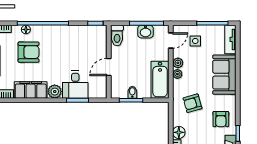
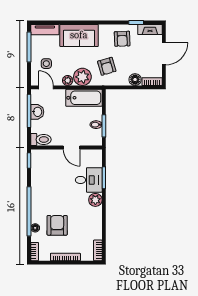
plant: (177, 74) -> (82, 77), width x1.88, depth x1.88
filing cabinet: (31, 90) -> (94, 223), removed
armchair: (221, 119) -> (122, 39), turned 88

